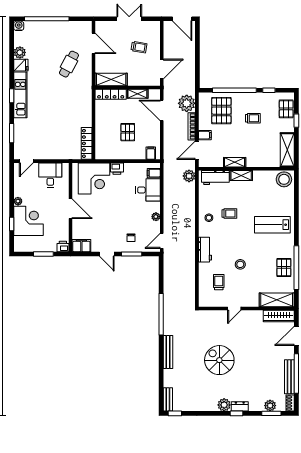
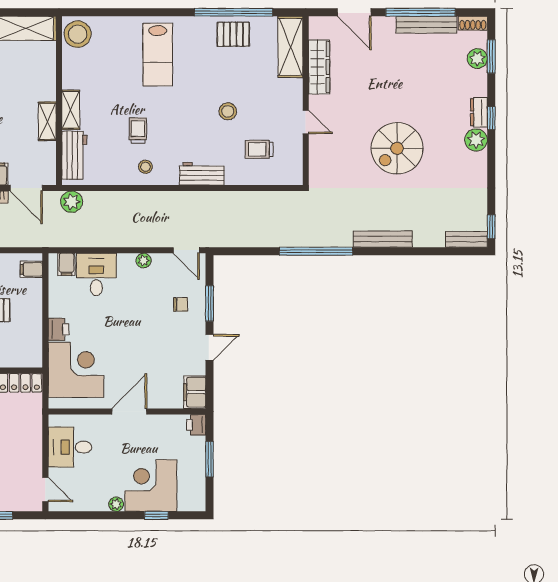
wardrobe: (279, 316) -> (319, 67), moved

